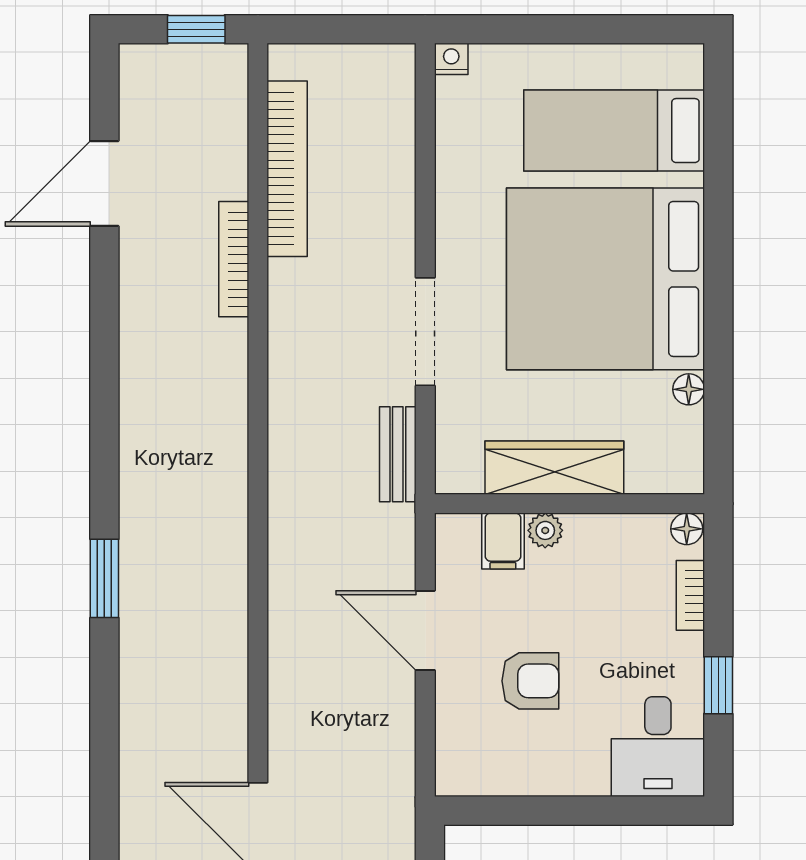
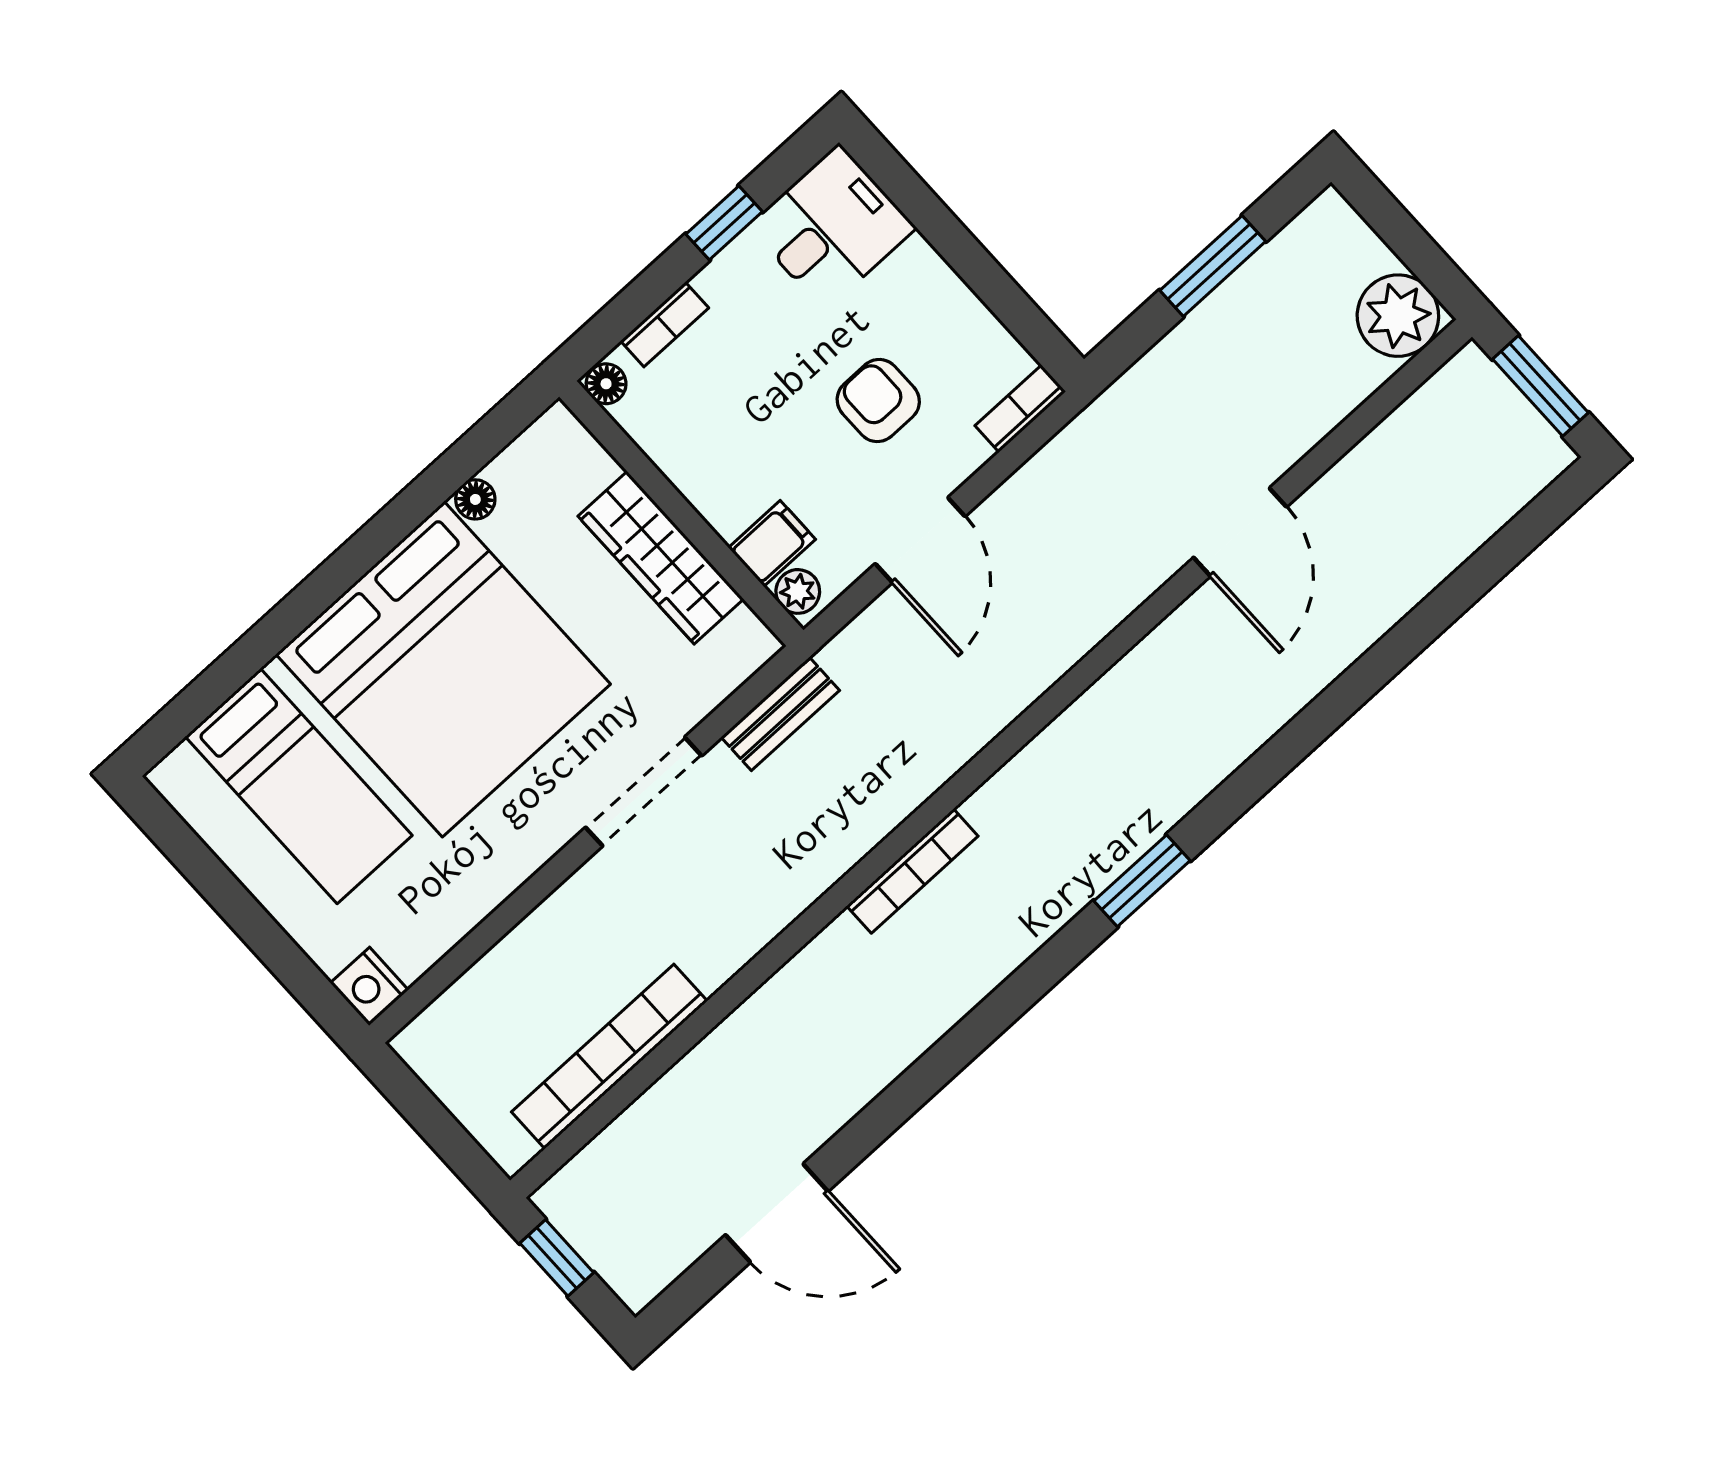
nightstand: (451, 59) -> (369, 986), width x1.39, depth x1.35
bookcase: (234, 259) -> (912, 871), moved
plant: (545, 530) -> (798, 591), moved
bookcase: (449, 761) -> (1020, 409), added

